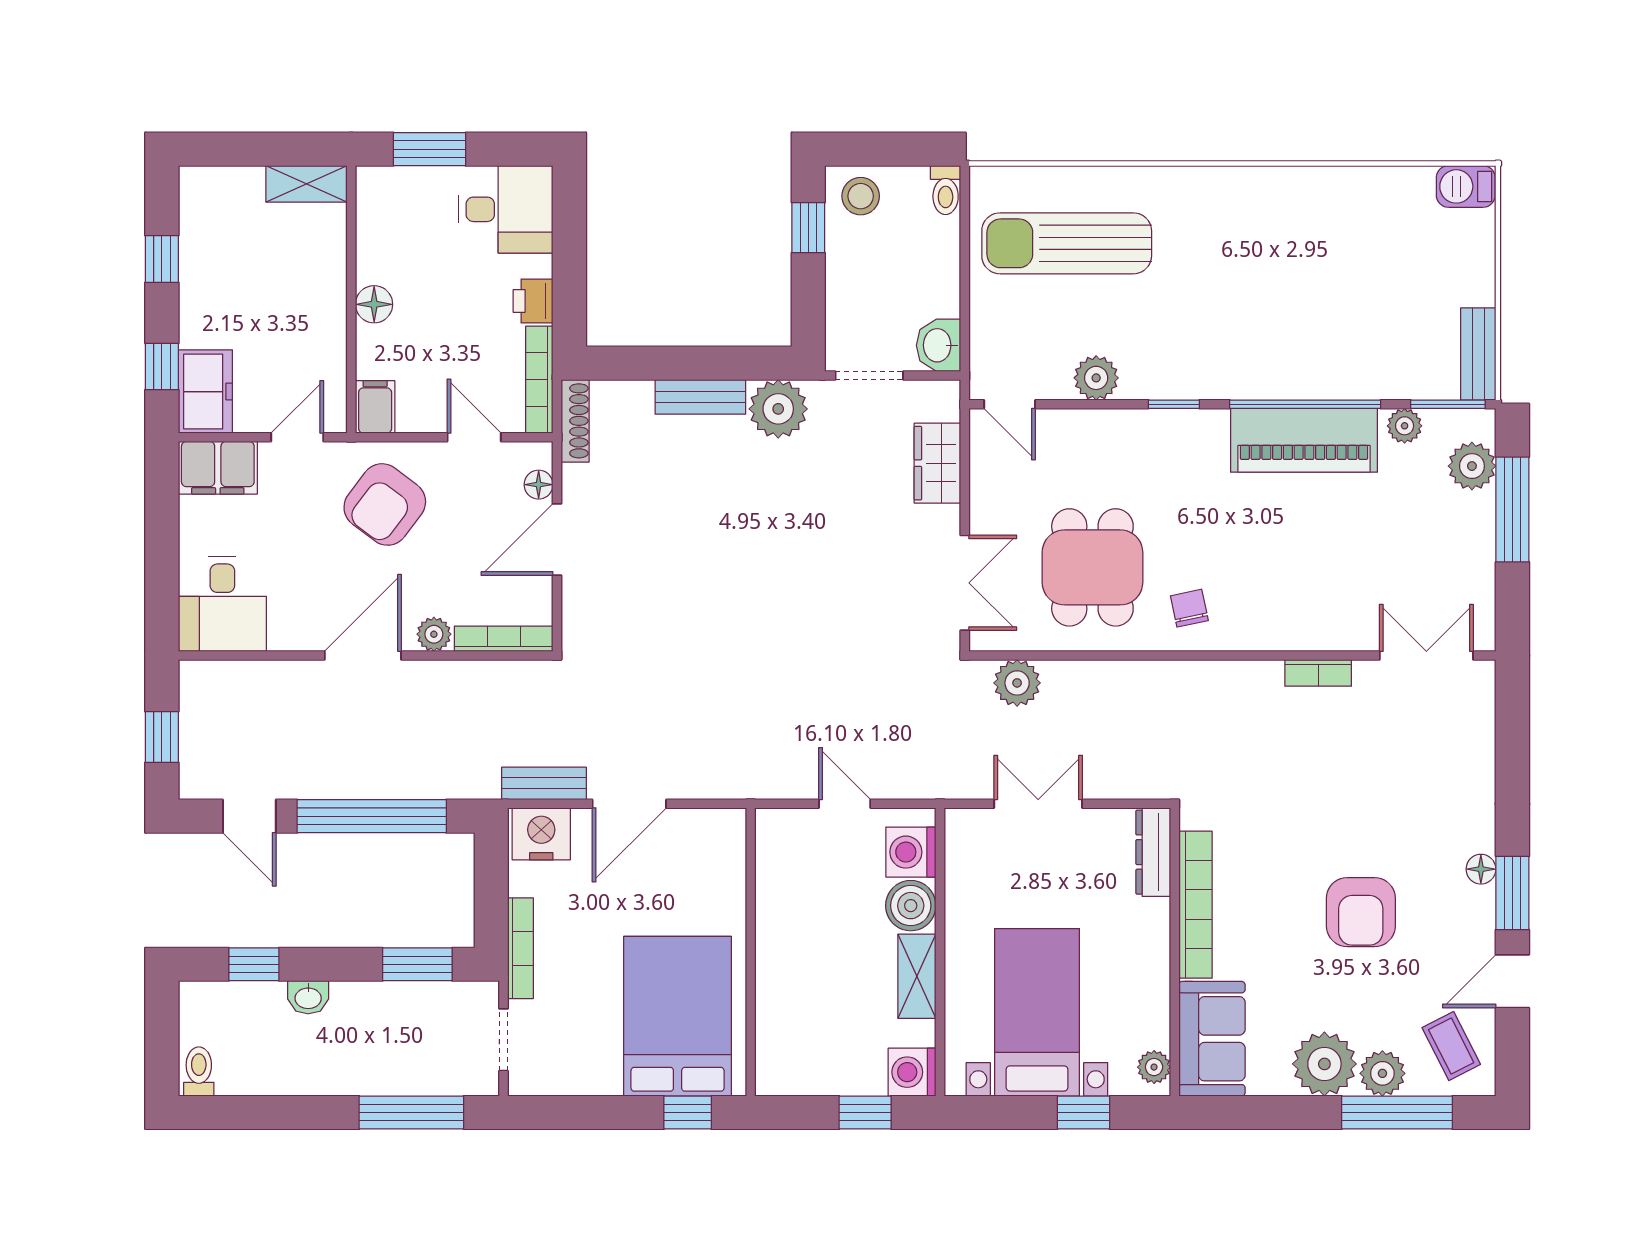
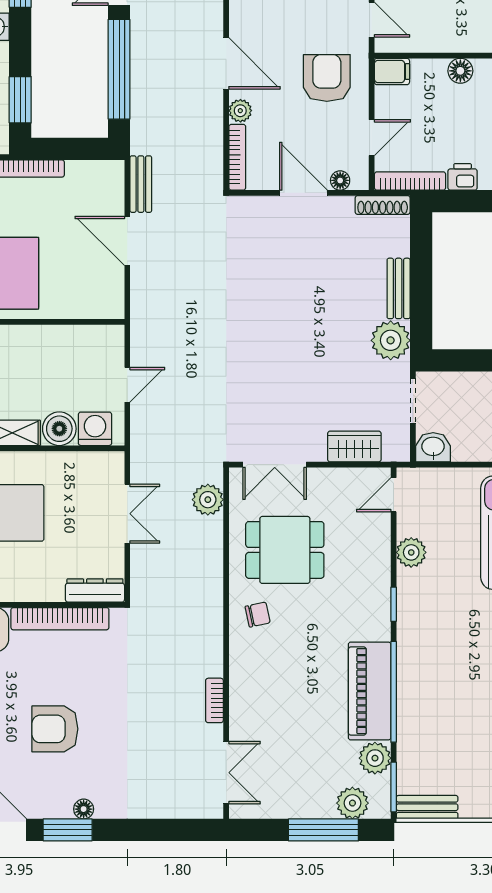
plant: (1405, 426) -> (375, 758), width x1.38, depth x1.38
armchair: (385, 504) -> (327, 78), turned 53
nightstand: (541, 834) -> (107, 182), removed

